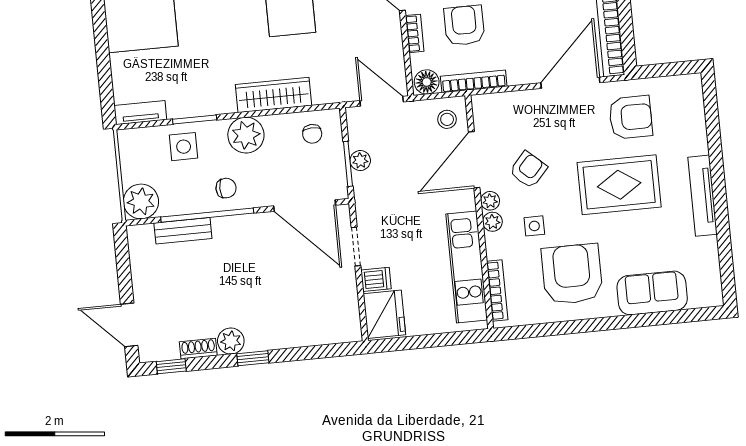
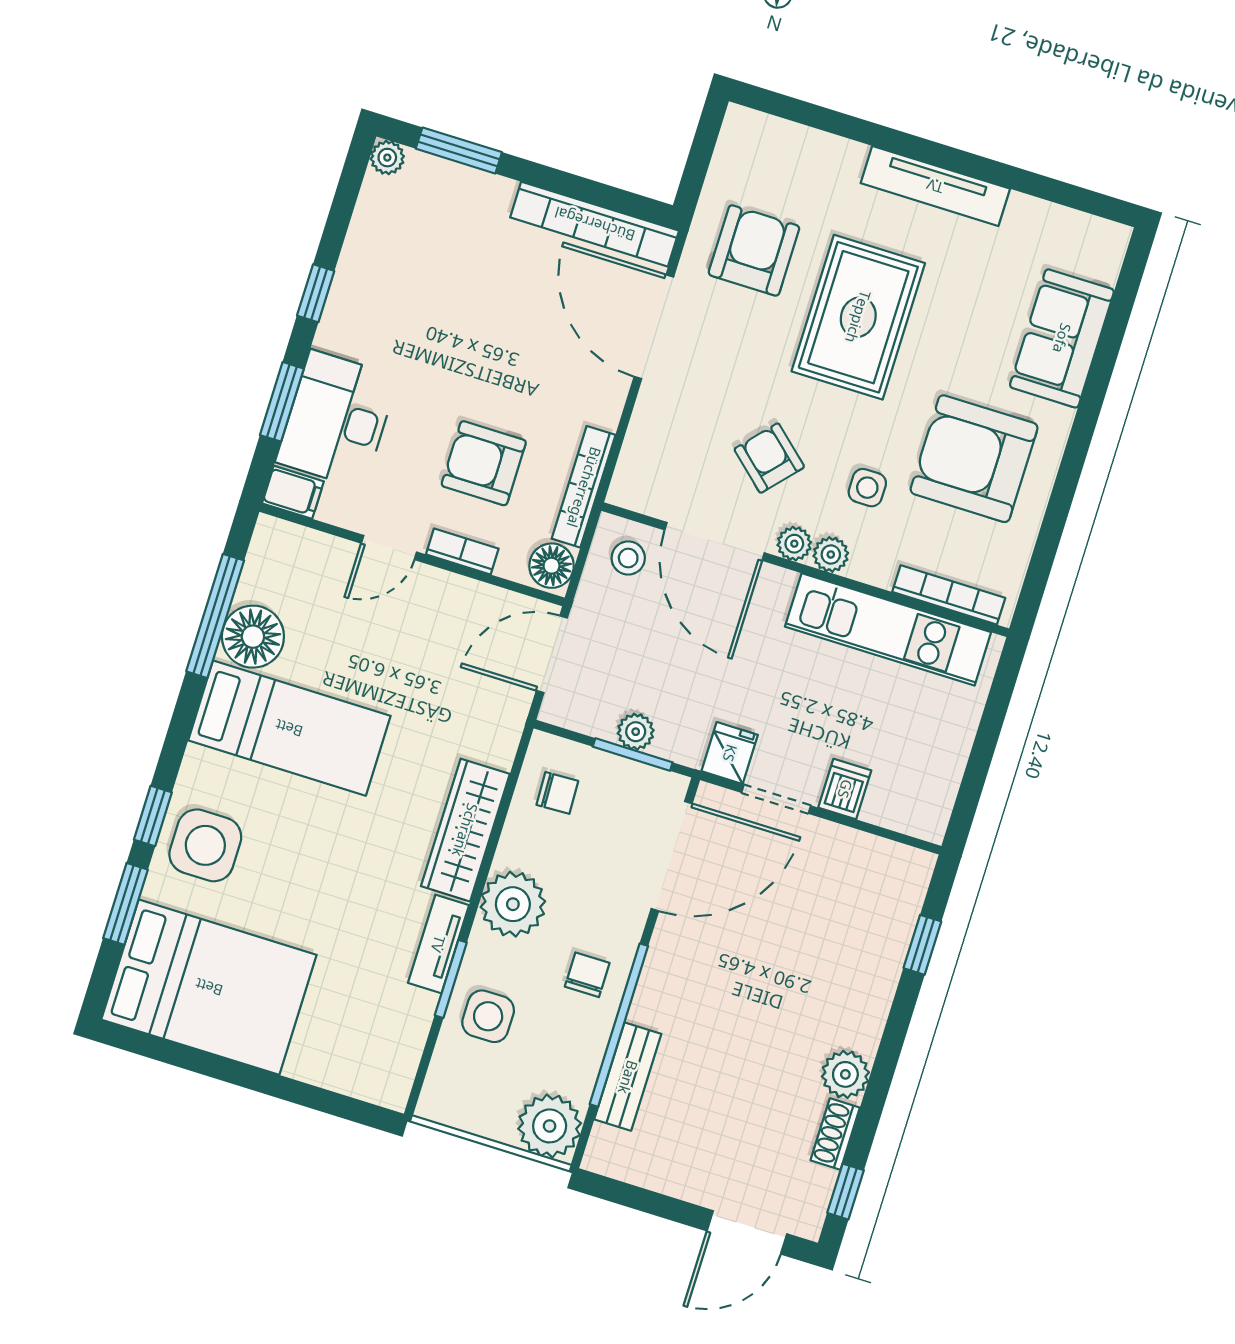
tv unit: (140, 113) -> (438, 944), moved
fridge: (384, 314) -> (730, 753), moved, width x0.53, depth x0.75
window: (253, 358) -> (922, 945), moved

